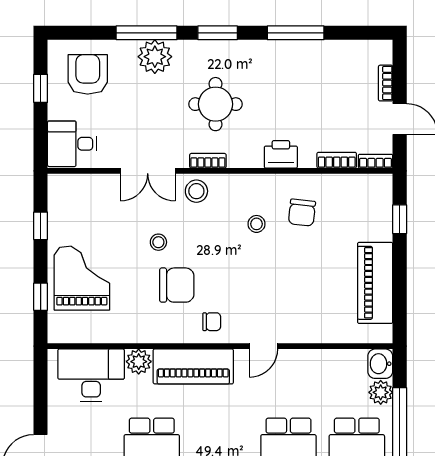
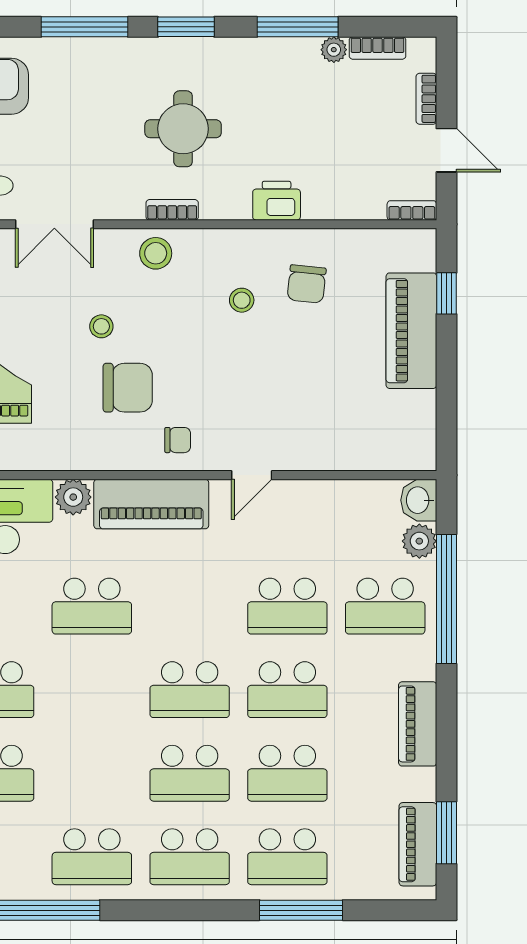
plant: (155, 57) -> (334, 50), moved, width x0.53, depth x0.53
bookcase: (337, 160) -> (378, 48), moved, turned 180
double door: (148, 171) -> (54, 224), moved
piano: (375, 283) -> (411, 331), moved

